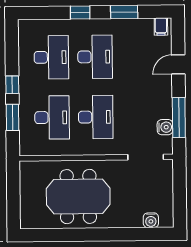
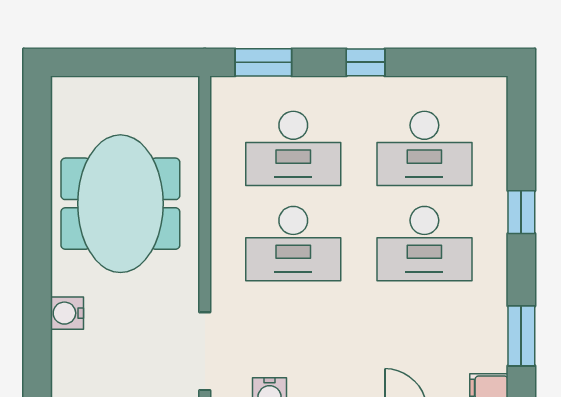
window: (124, 12) -> (521, 336), moved
window: (13, 117) -> (263, 62), moved
water cooler: (151, 220) -> (67, 313), moved

